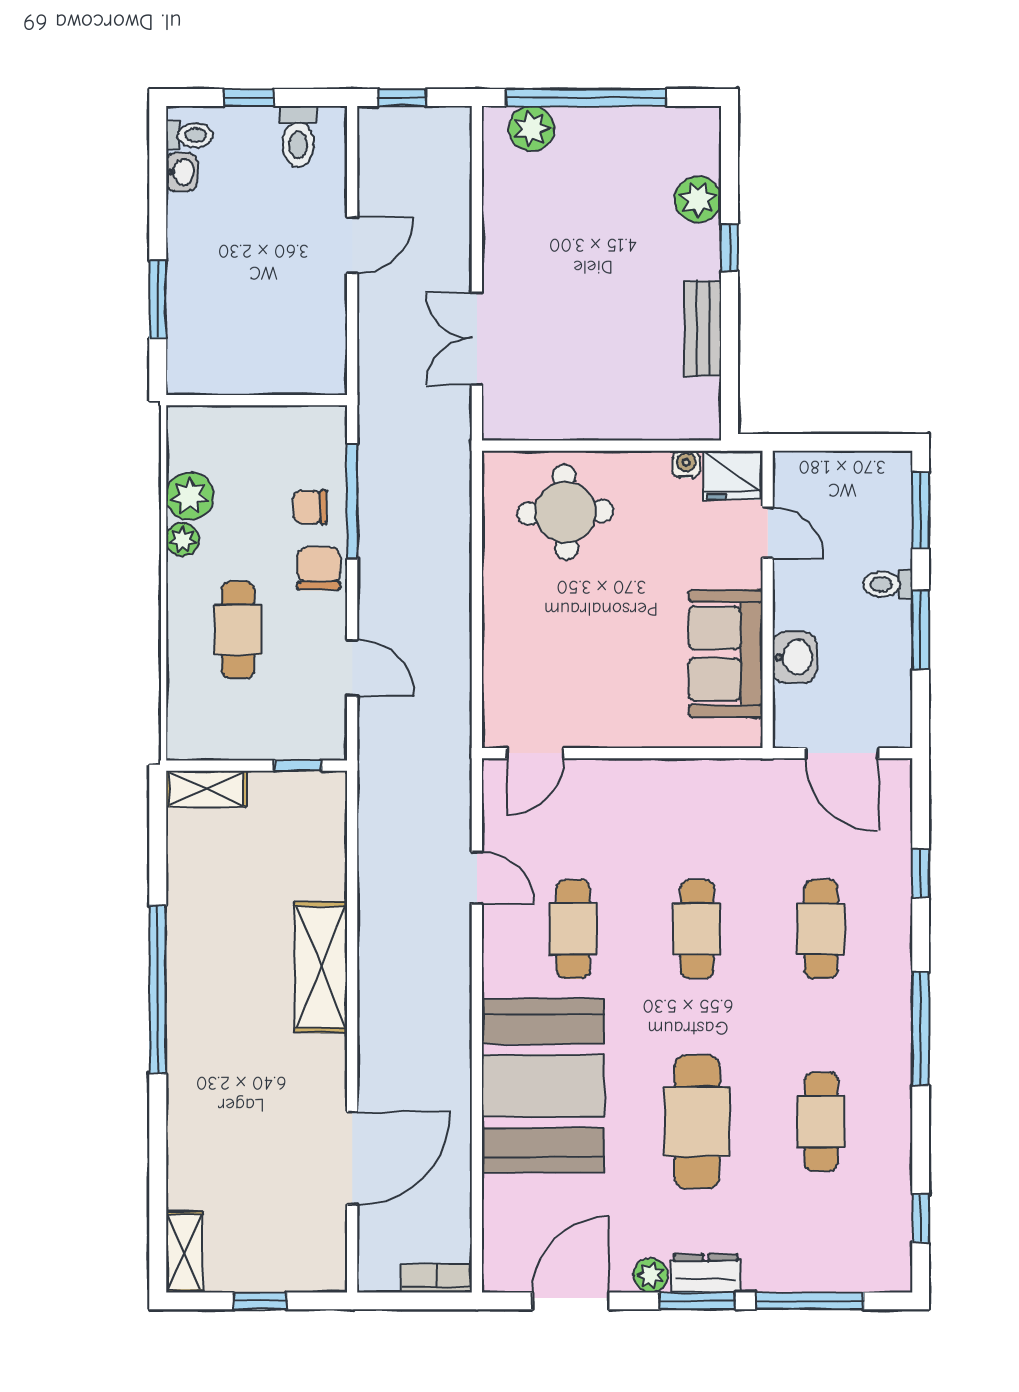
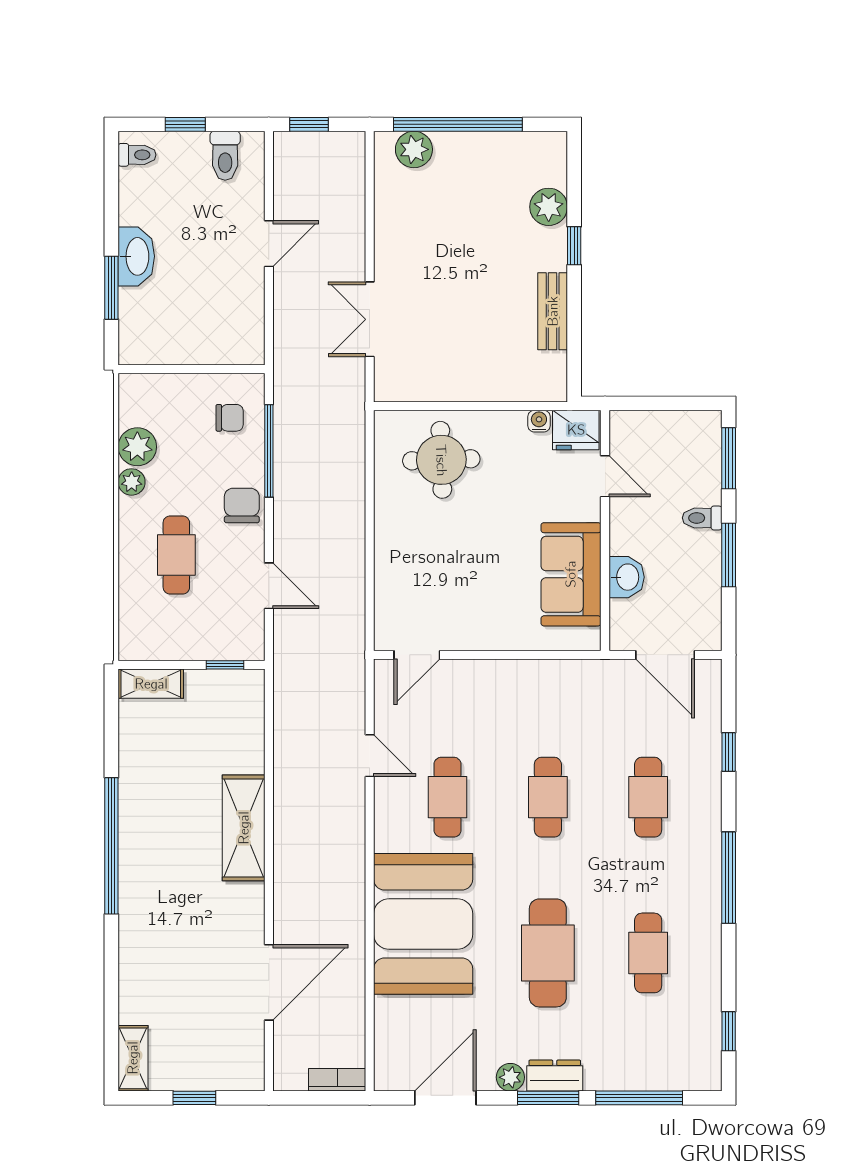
washbasin: (182, 172) -> (136, 256), moved, width x1.91, depth x1.45
chair: (310, 507) -> (230, 418), moved, turned 180

